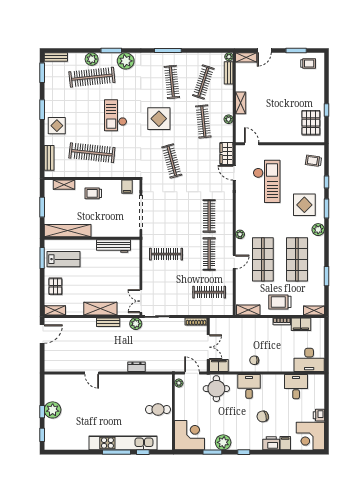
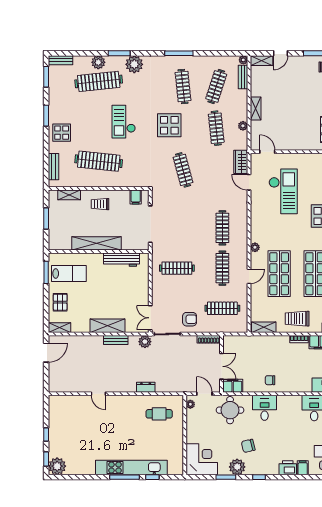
shelving: (68, 231) -> (96, 243), moved
armchair: (178, 302) -> (190, 319), added
plant: (53, 410) -> (57, 466), moved
cafe table: (158, 410) -> (159, 414), moved
chair: (263, 416) -> (248, 446), moved

